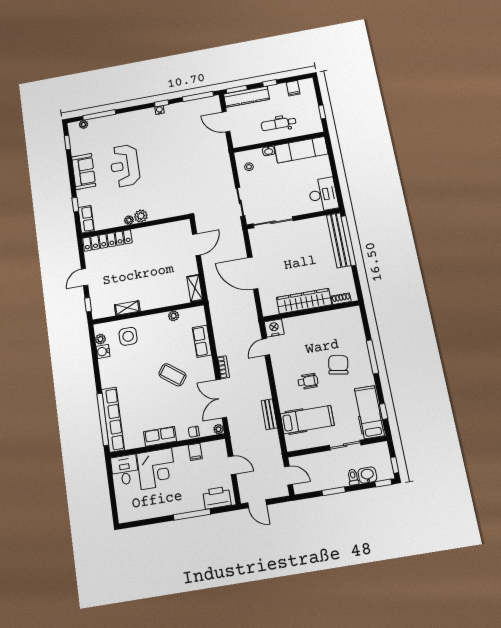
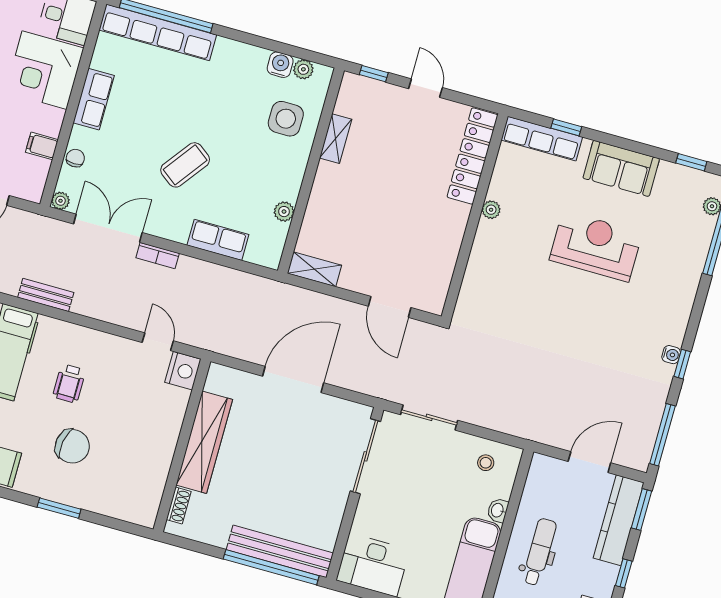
plant: (141, 216) -> (488, 234), removed
row of seats: (86, 219) -> (542, 139), width x1.48
window: (372, 357) -> (59, 508), width x0.69

